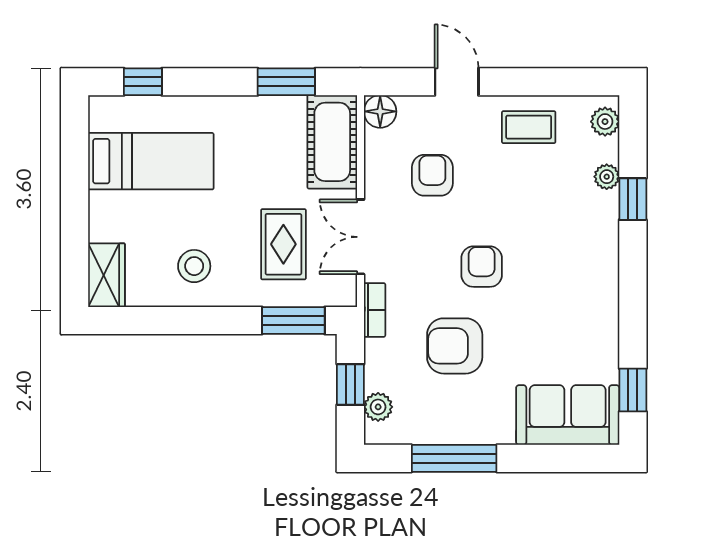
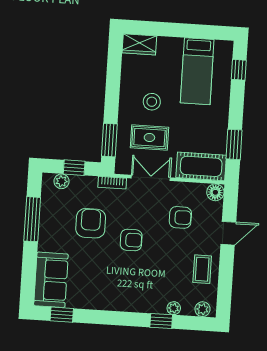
stool: (194, 266) -> (152, 102), moved

